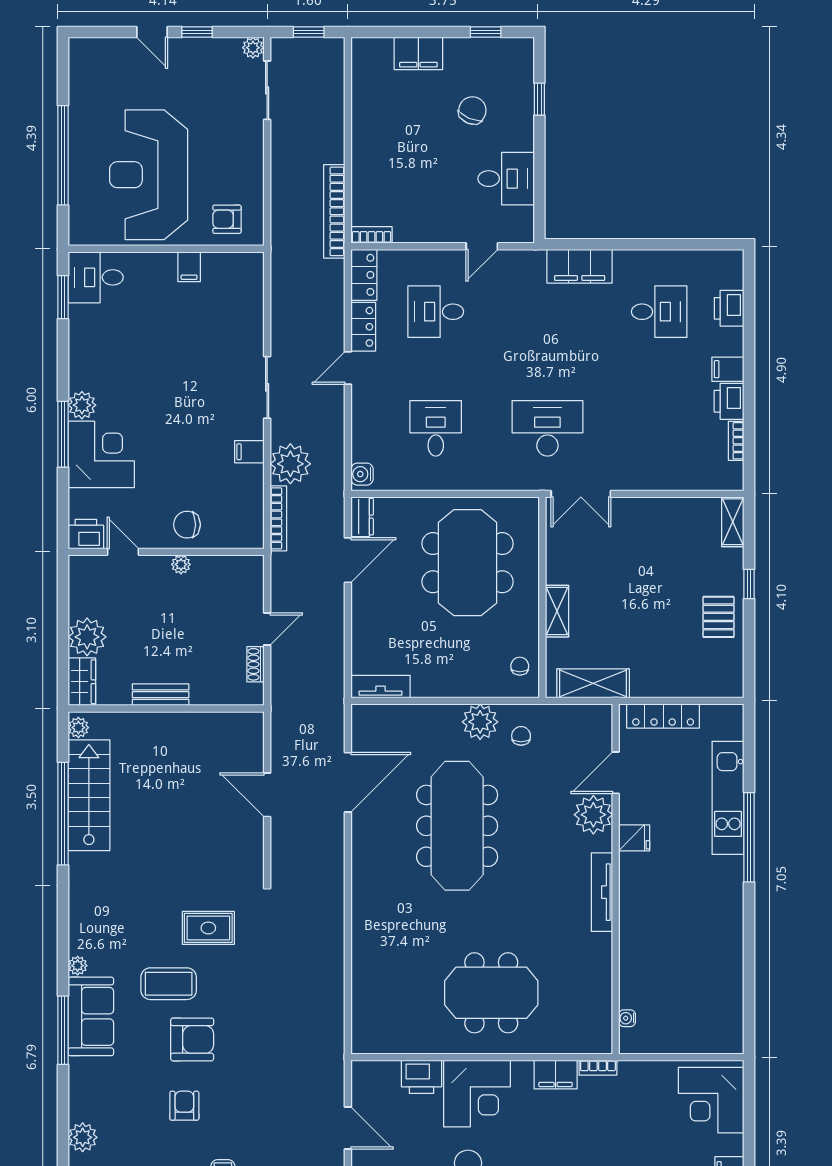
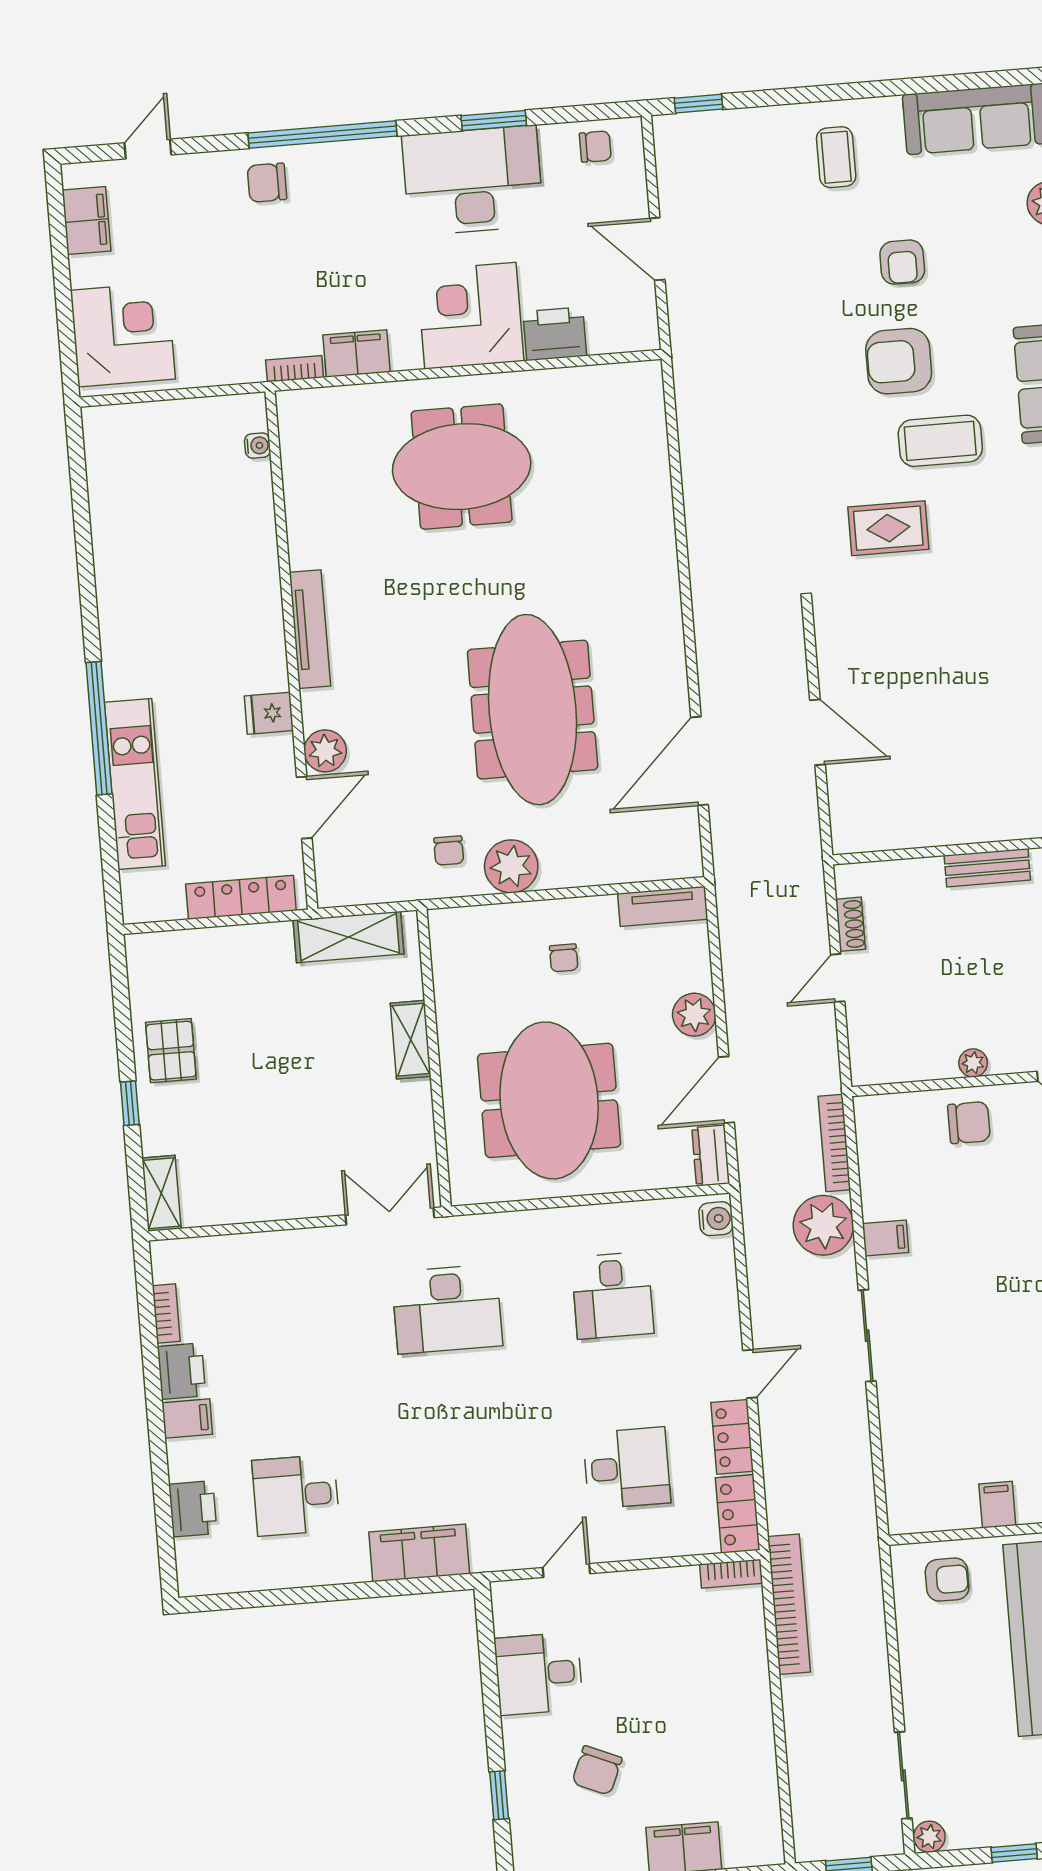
plant: (365, 612) -> (694, 1015), added
chair: (520, 666) -> (564, 958), moved
plant: (593, 815) -> (325, 751), width x0.73, depth x0.73

